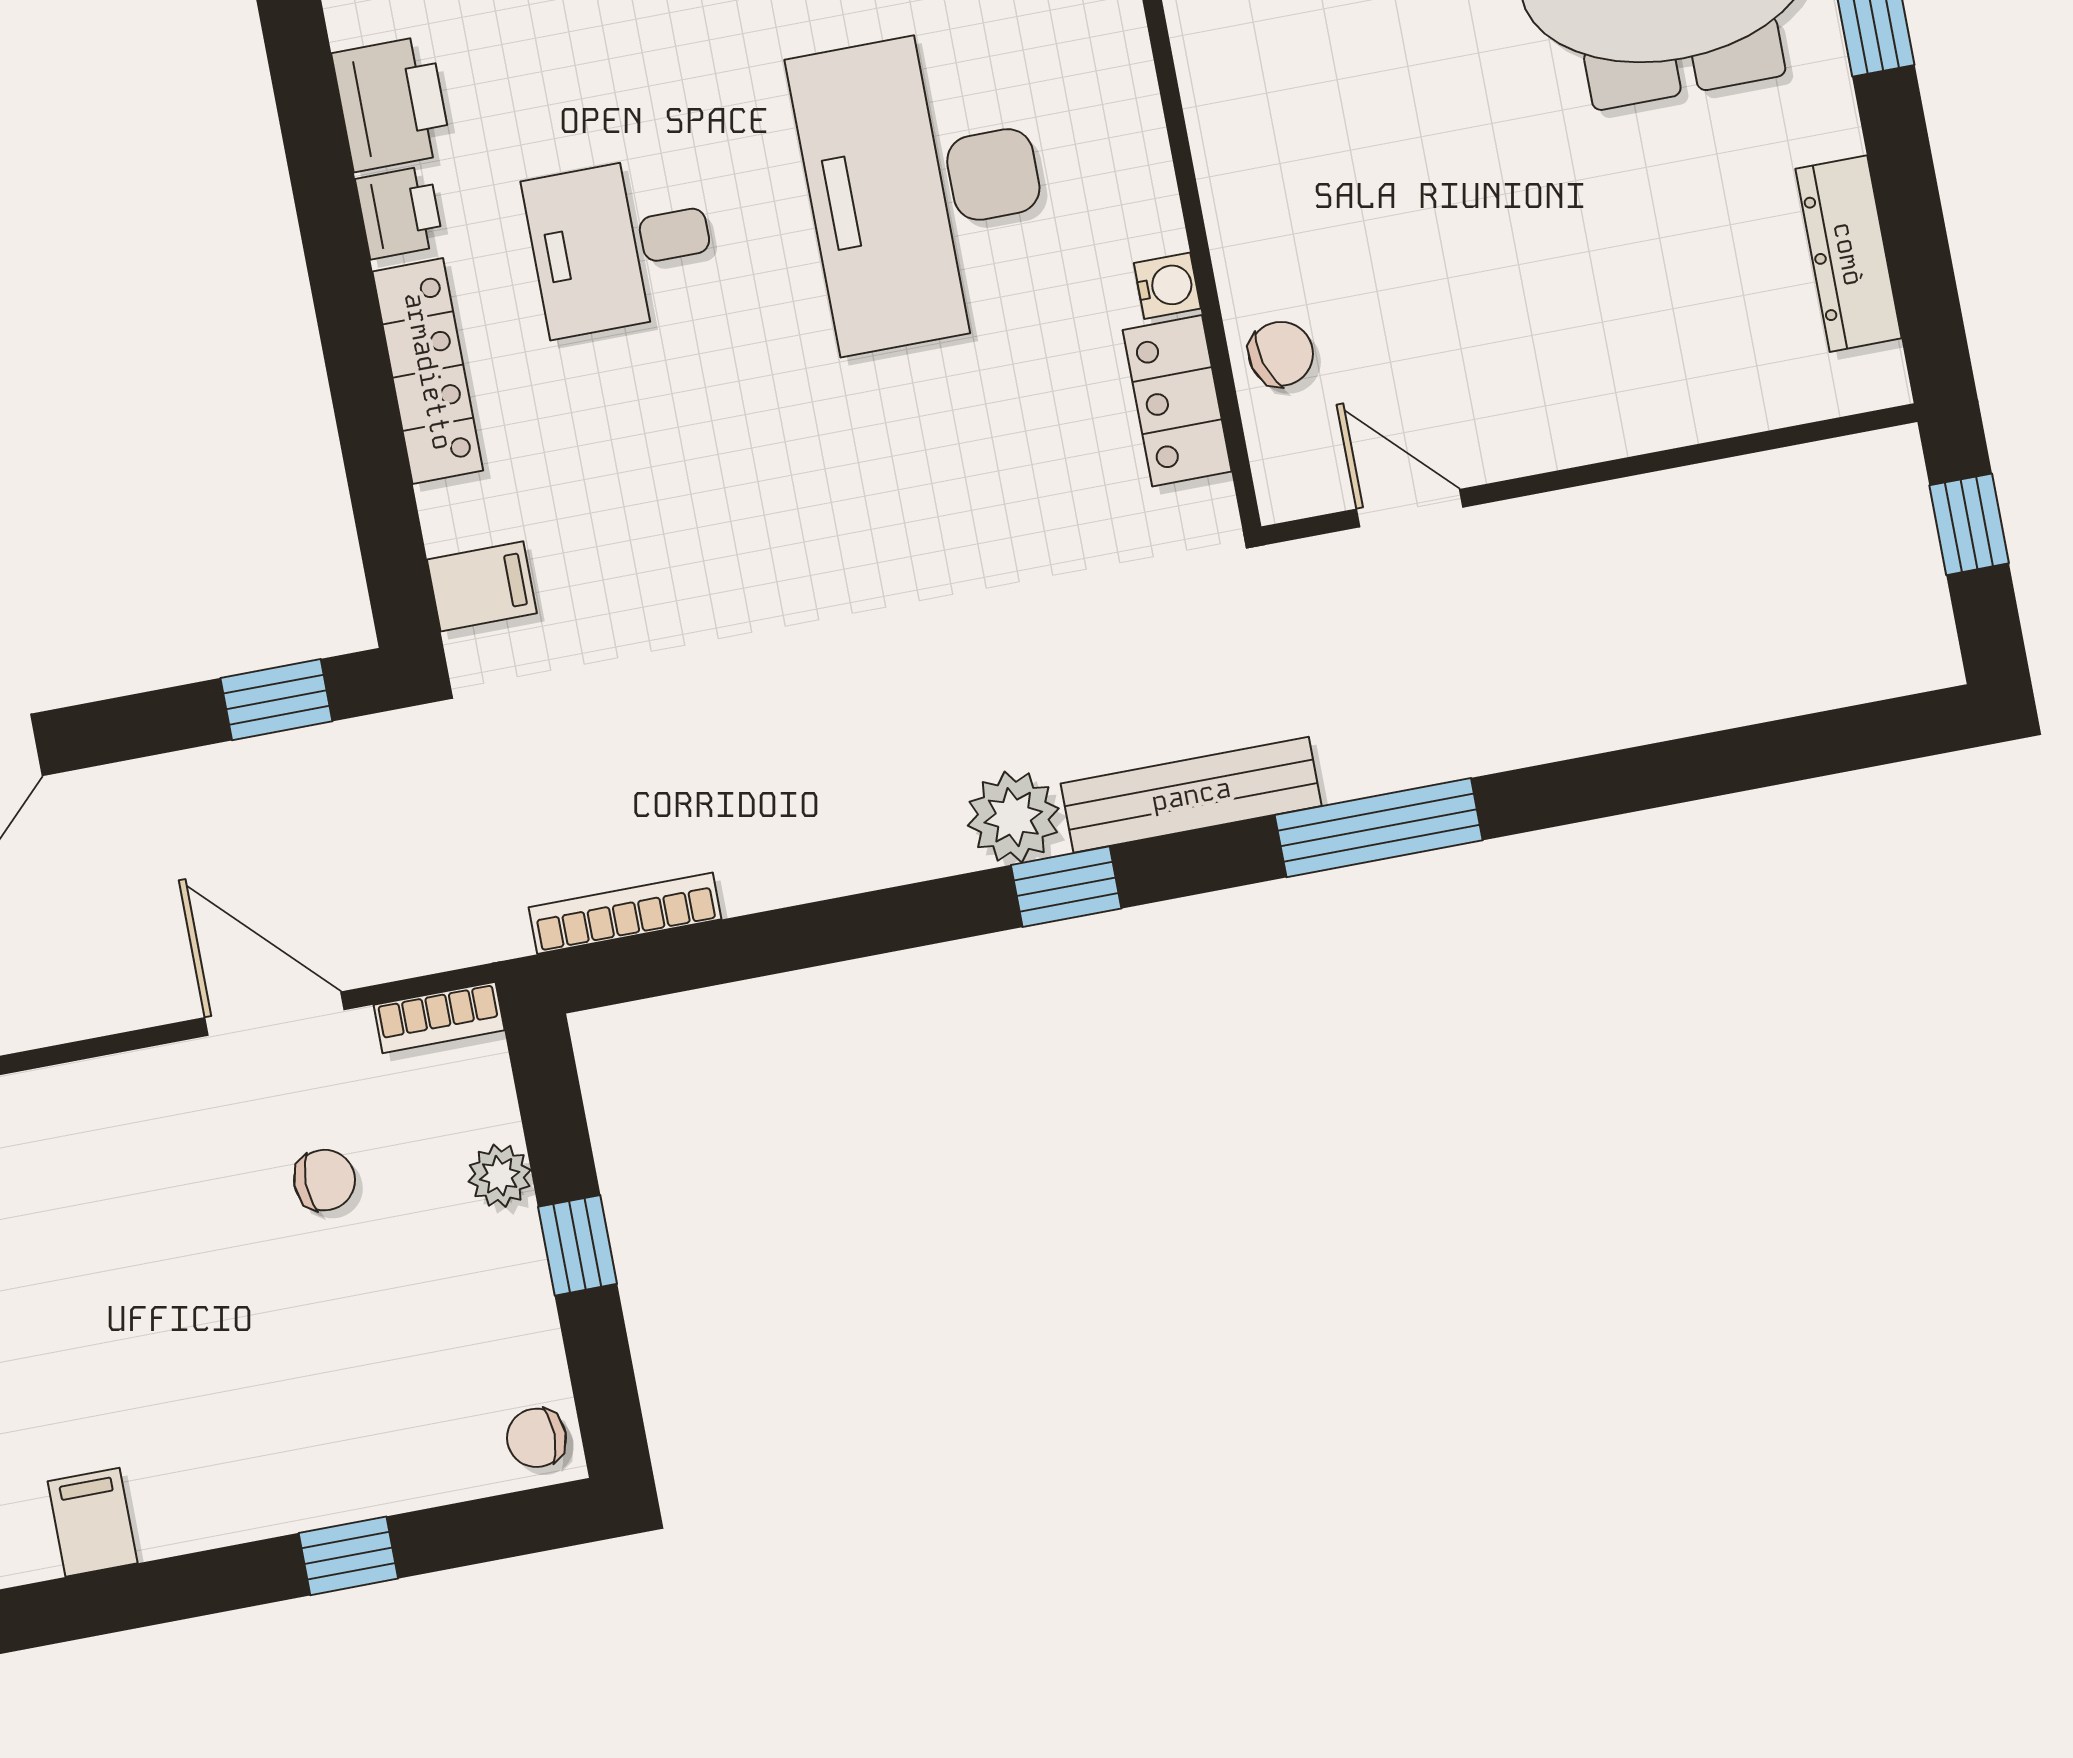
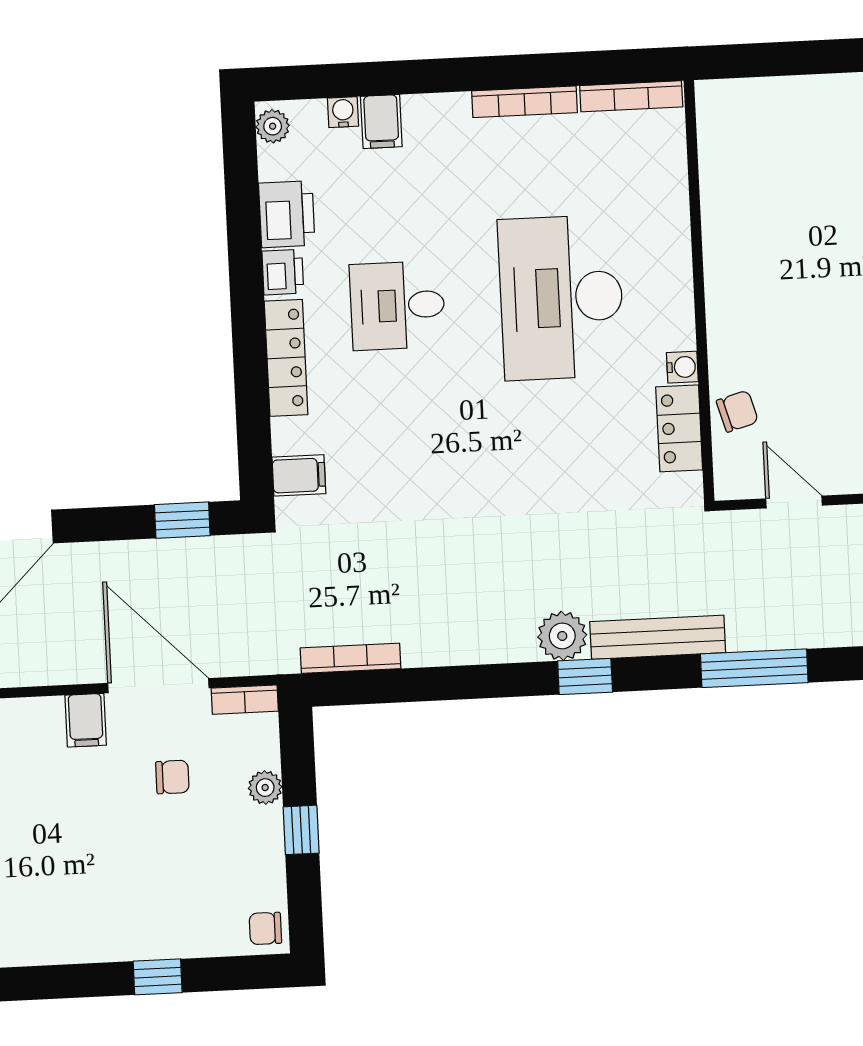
door: (275, 1014) -> (158, 686), width x1.36
filing cabinet: (93, 1522) -> (86, 720), moved, turned 180

